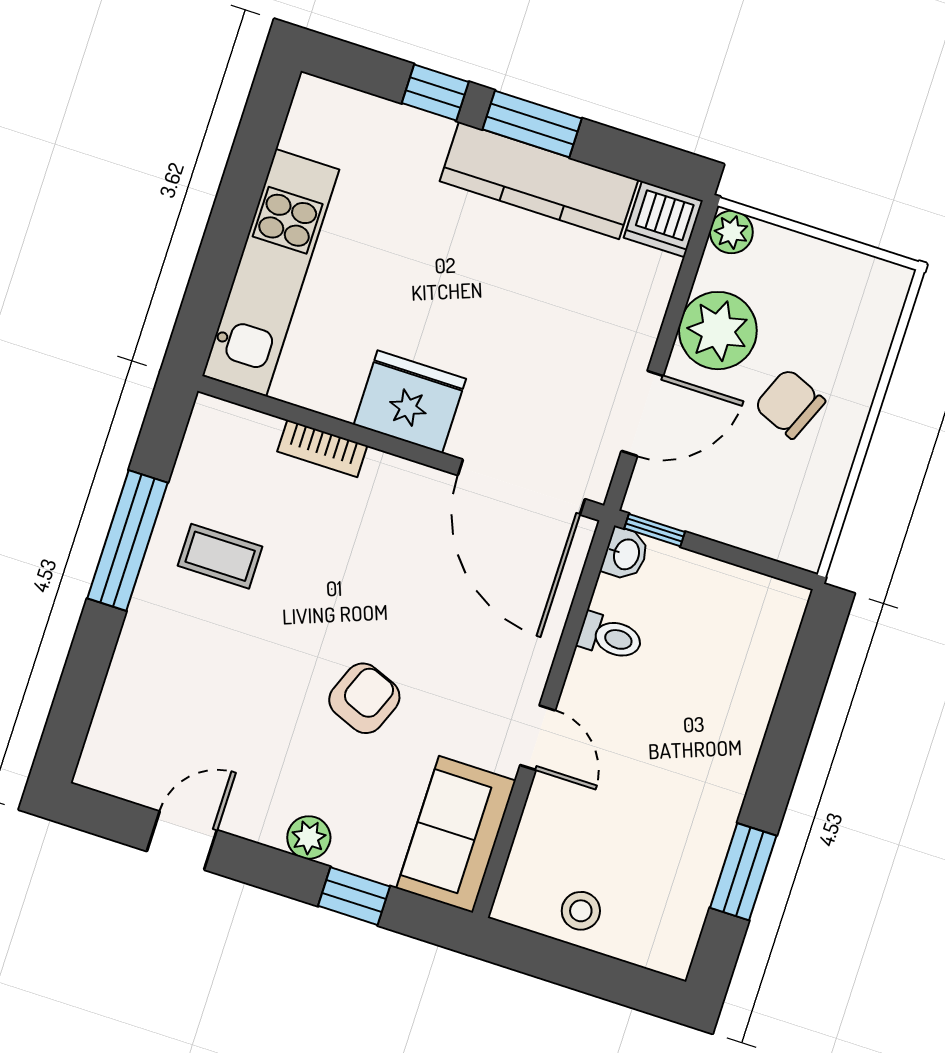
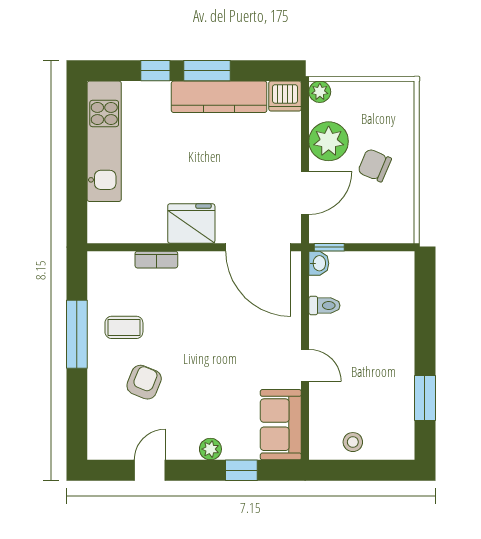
kitchen unit: (271, 272) -> (104, 141), moved
armchair: (364, 698) -> (144, 382), moved

